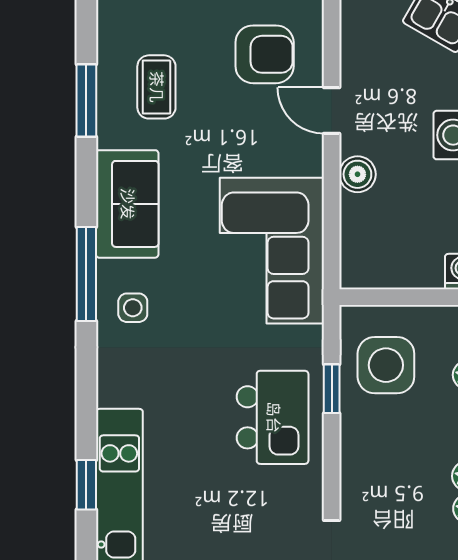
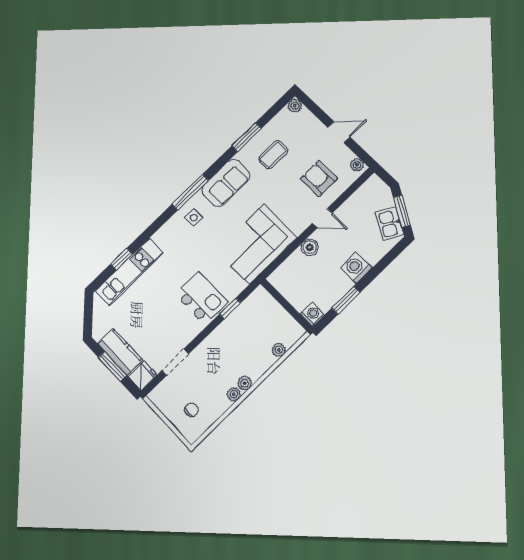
armchair: (265, 54) -> (319, 178), turned 180
door: (332, 111) -> (322, 218), swing flipped
side table: (386, 365) -> (255, 319), removed
kitchen island: (273, 417) -> (202, 298), turned -90

